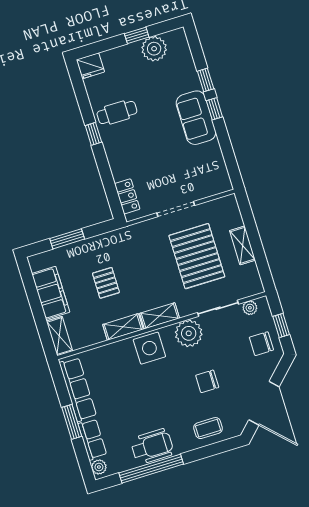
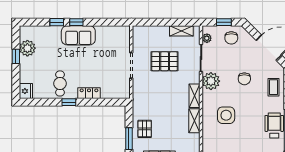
locker: (127, 196) -> (89, 93), moved
shelving: (242, 245) -> (181, 31), moved
pallet: (197, 256) -> (165, 61), width x0.73, depth x0.71
pallet: (106, 283) -> (145, 129), moved, turned 90
side table: (149, 348) -> (226, 115), moved

